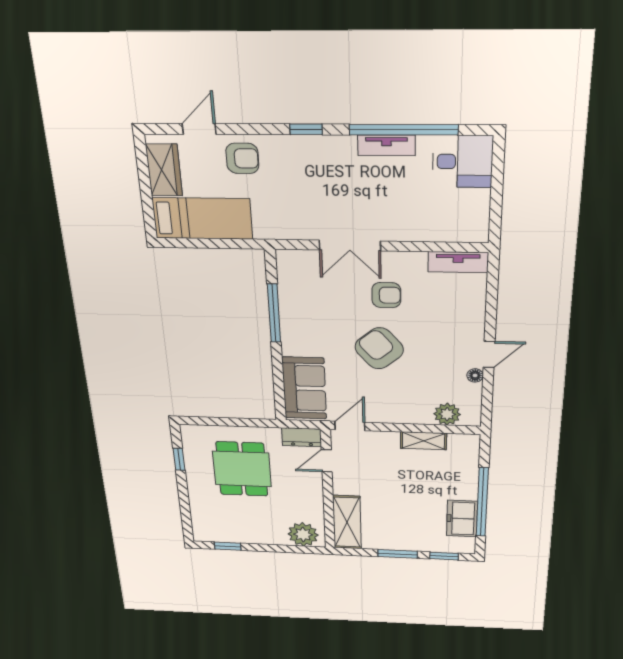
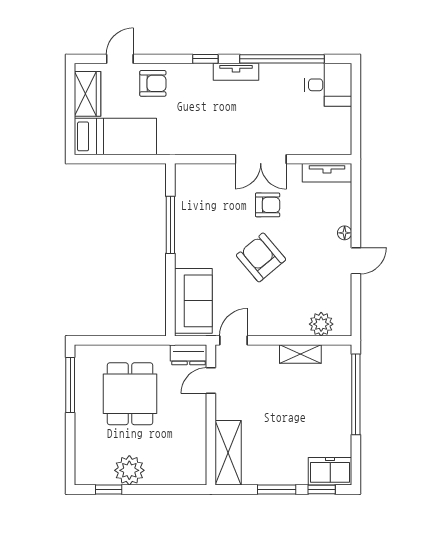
tv unit: (386, 145) -> (236, 72), moved
double door: (350, 246) -> (261, 159), moved
floor lamp: (475, 375) -> (345, 233), moved
window: (179, 459) -> (70, 385), width x2.17
window: (482, 502) -> (356, 394), moved
freezer: (462, 519) -> (330, 471), moved, turned 90
plant: (303, 534) -> (129, 470), moved

